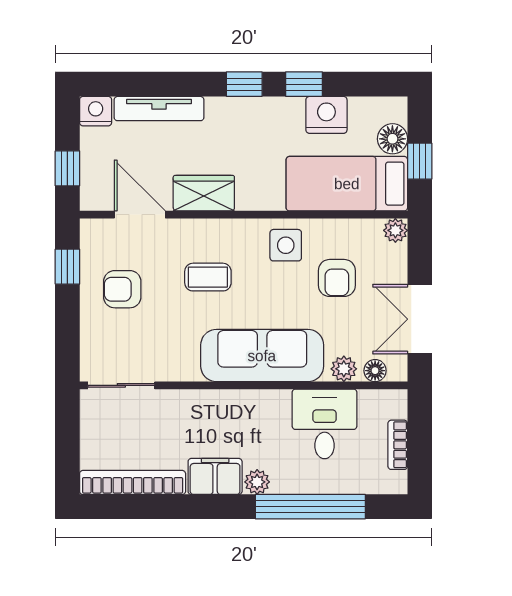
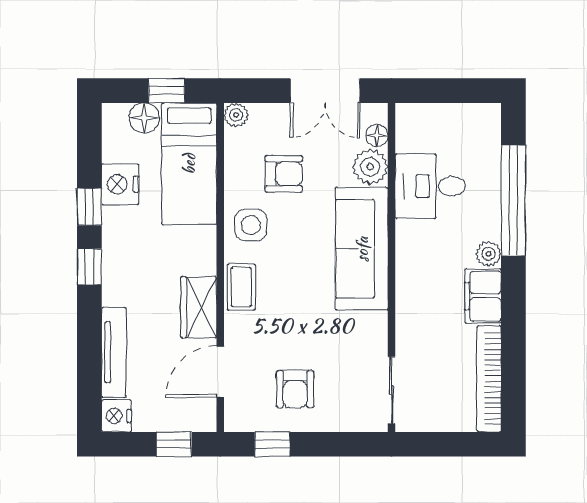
coffee table: (208, 277) -> (241, 287), moved
plant: (344, 369) -> (370, 167), width x1.38, depth x1.38
bookcase: (398, 445) -> (451, 113), removed

